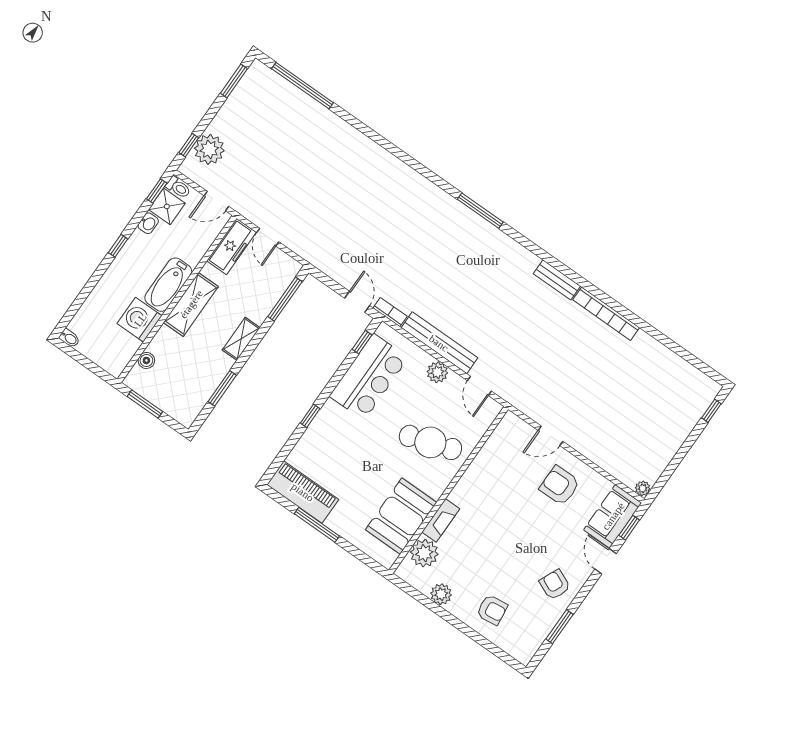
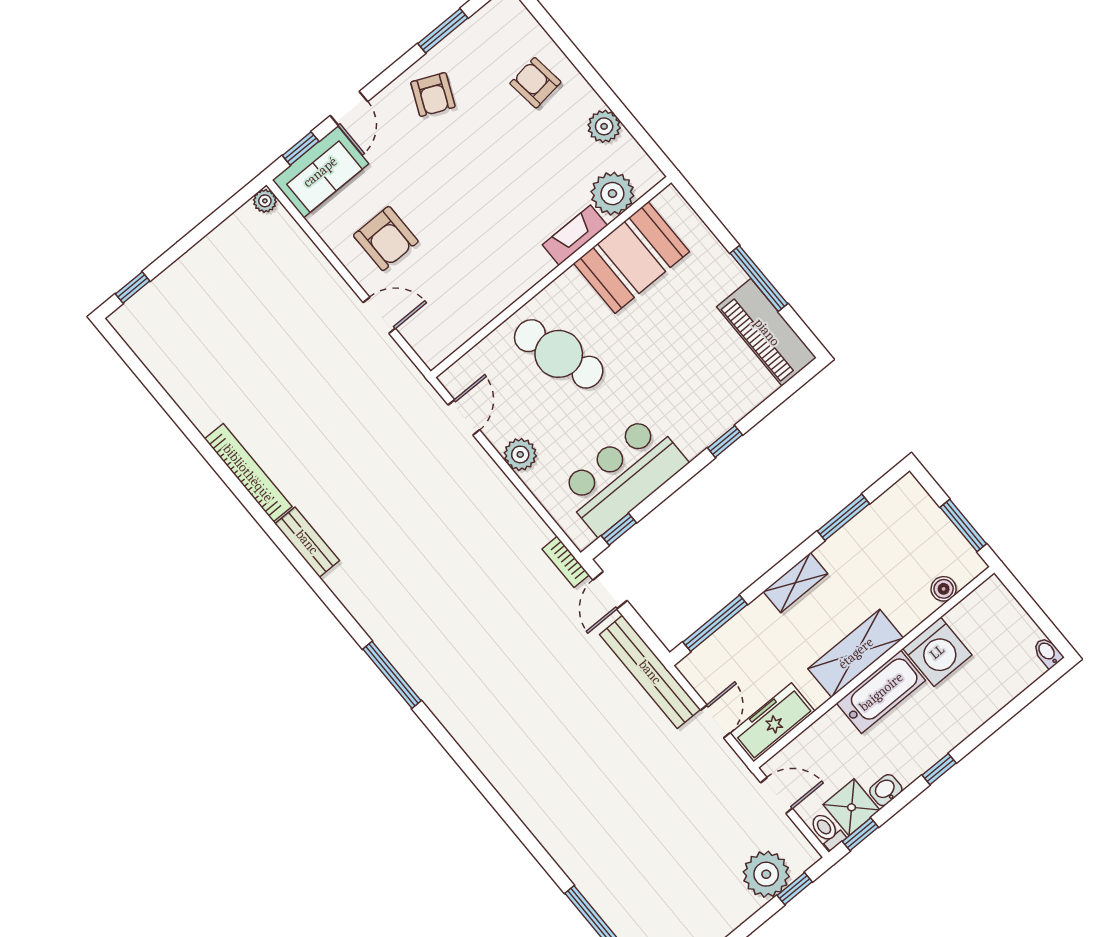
bench: (439, 343) -> (650, 672), moved

